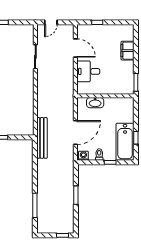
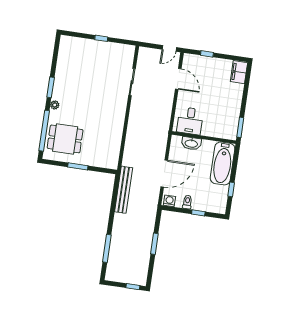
door: (51, 22) -> (169, 48), moved
filing cabinet: (128, 51) -> (239, 72), moved
desk: (88, 71) -> (190, 121), moved, turned -90
bench: (42, 138) -> (124, 190), moved
bathtub: (125, 142) -> (223, 163), moved

